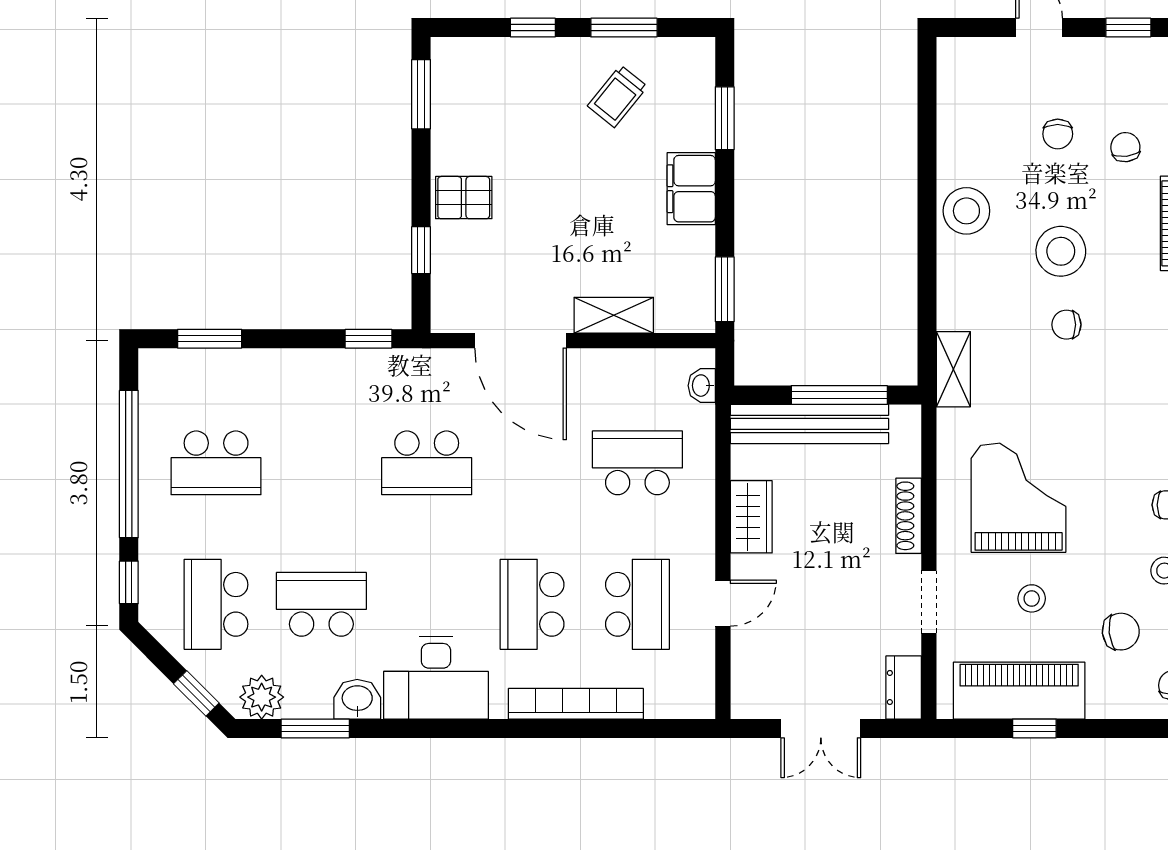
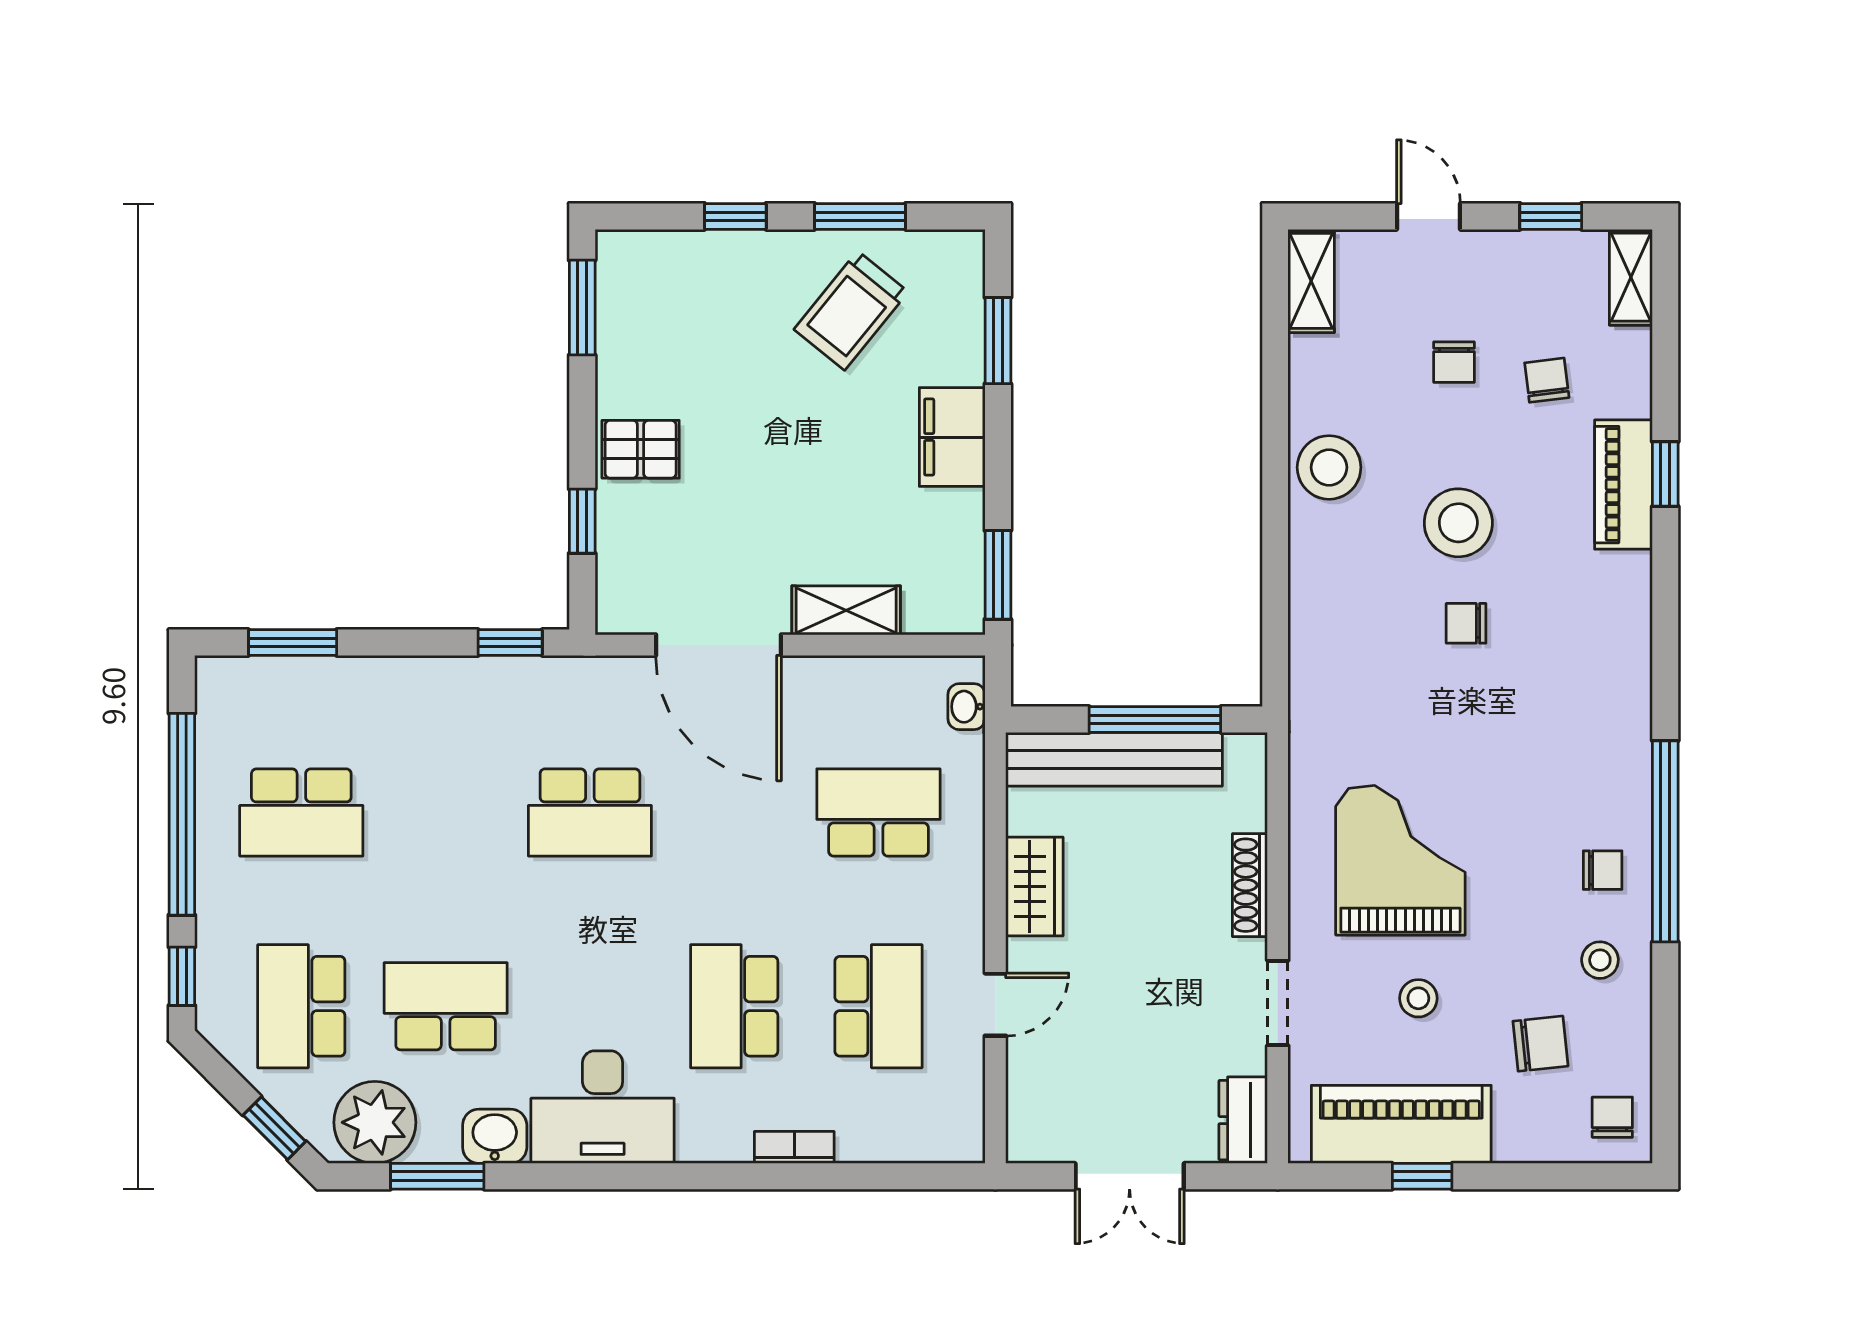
trolley: (617, 96) -> (851, 311), width x1.36, depth x1.39
shelving: (953, 369) -> (1311, 281), moved
plant: (262, 697) -> (375, 1122), width x1.36, depth x1.36
bookcase: (576, 704) -> (794, 1147), width x0.43, depth x0.76

